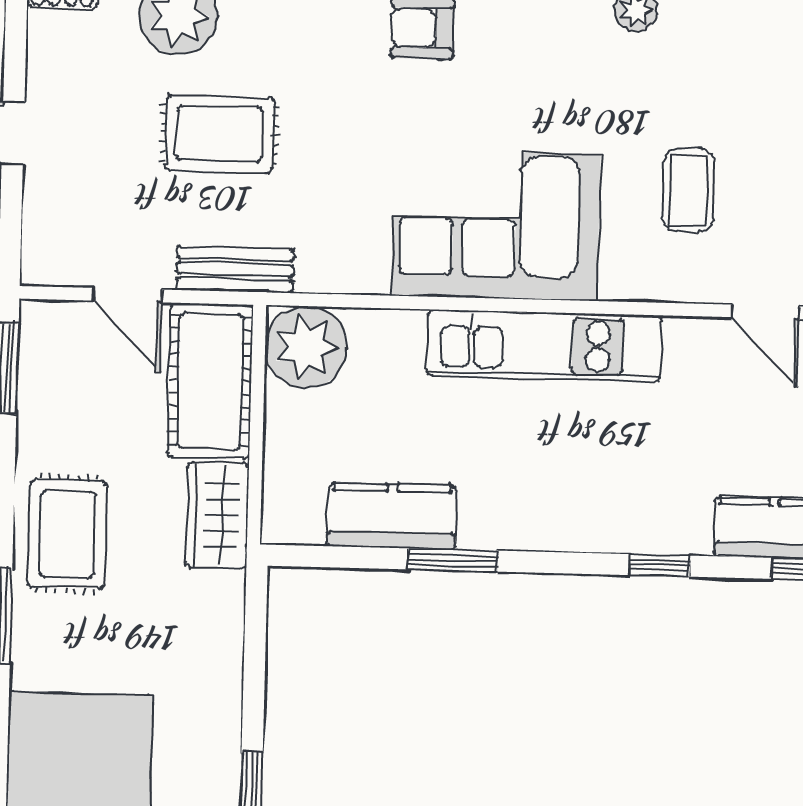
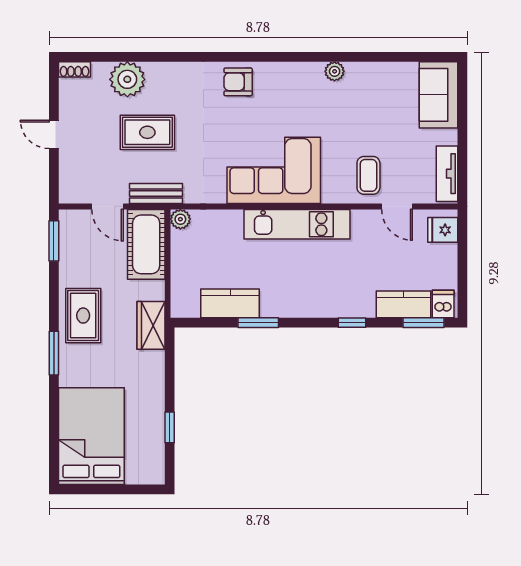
coffee table: (689, 190) -> (368, 175), moved
plant: (306, 347) -> (180, 219), width x0.53, depth x0.53
wardrobe: (217, 515) -> (151, 325), moved

